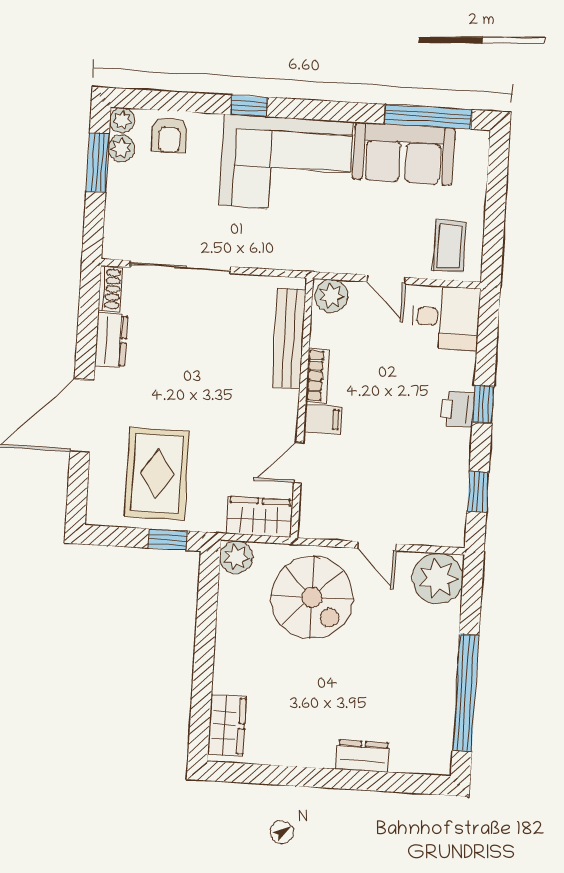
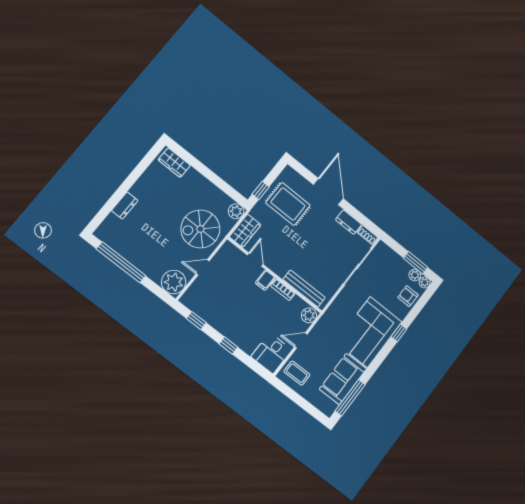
printer: (458, 409) -> (233, 334), removed

